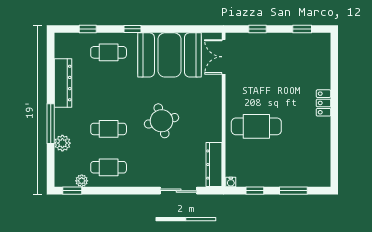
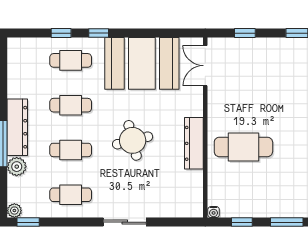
window: (88, 29) -> (61, 33), moved
dresser: (63, 83) -> (17, 127), moved
cafe table: (109, 91) -> (71, 105), added
dresser: (214, 165) -> (194, 143), moved
plant: (82, 181) -> (14, 211), moved
sliding door: (179, 191) -> (125, 222), moved

